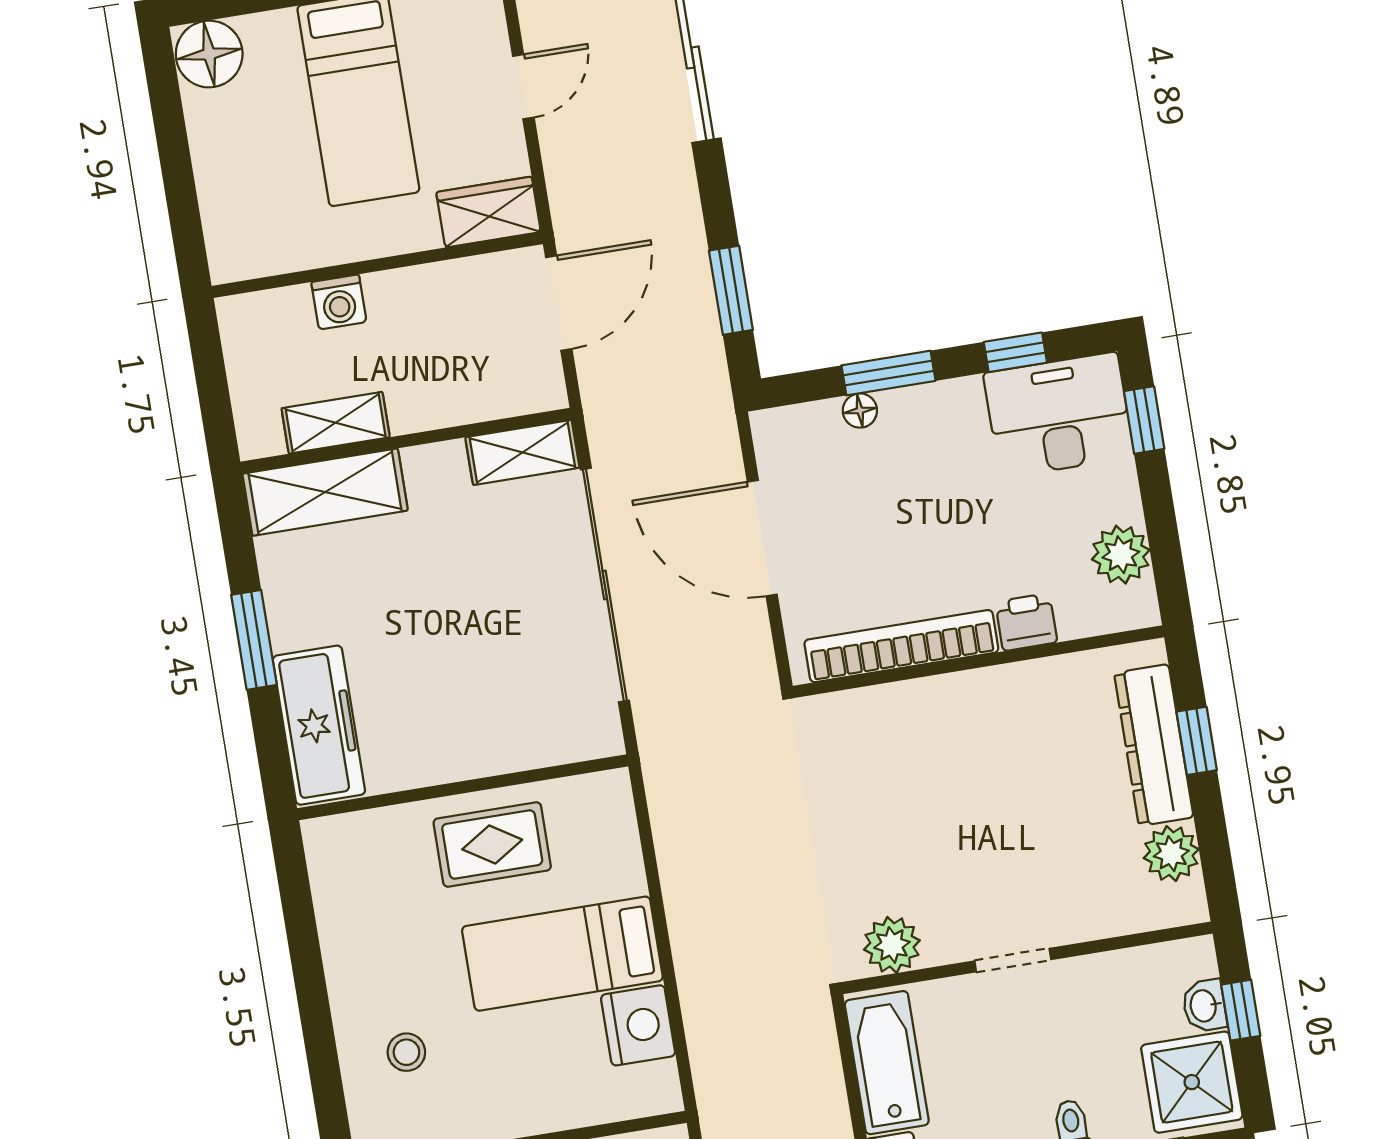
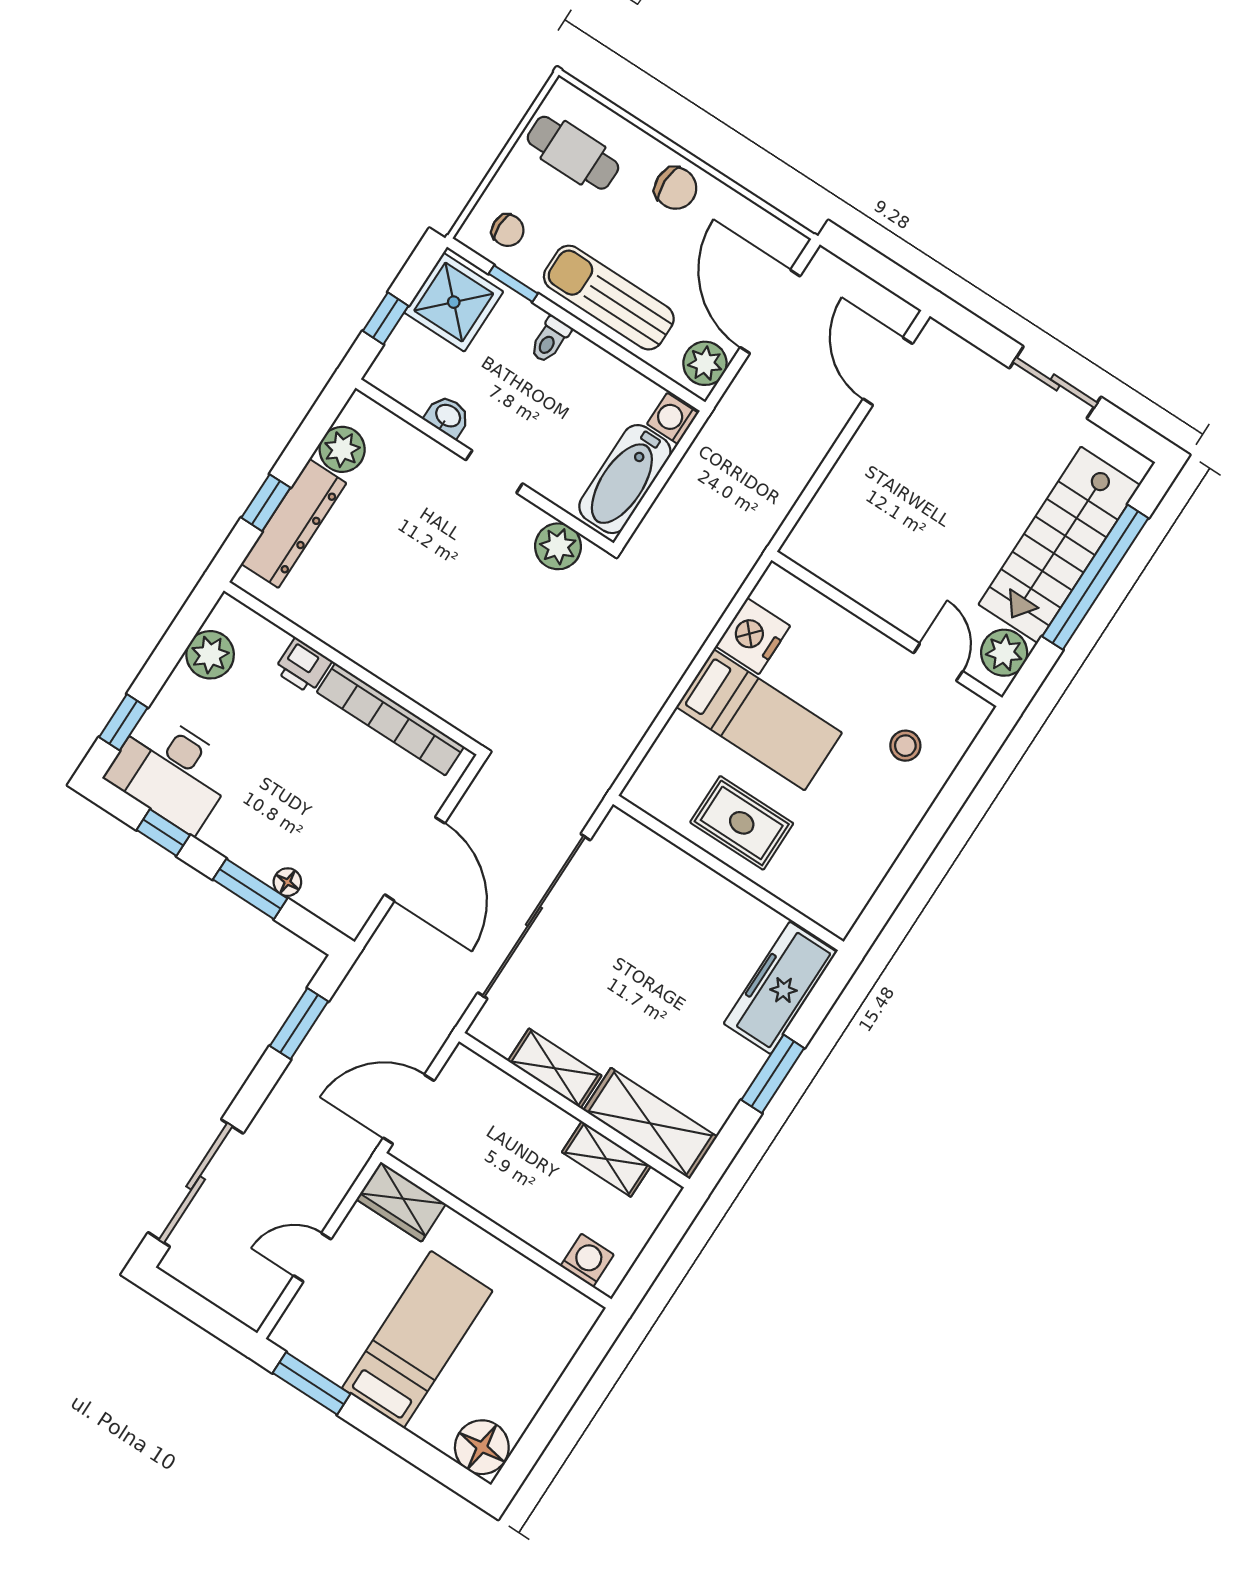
washing machine: (339, 302) -> (587, 1260), moved
shelving: (522, 452) -> (555, 1068), moved
washbasin: (1204, 1006) -> (448, 416), moved, turned -90

